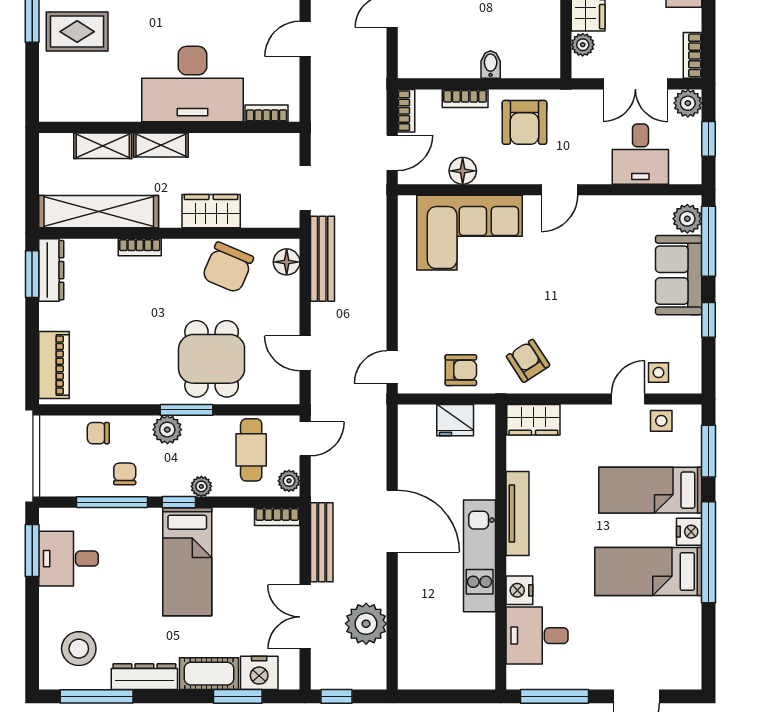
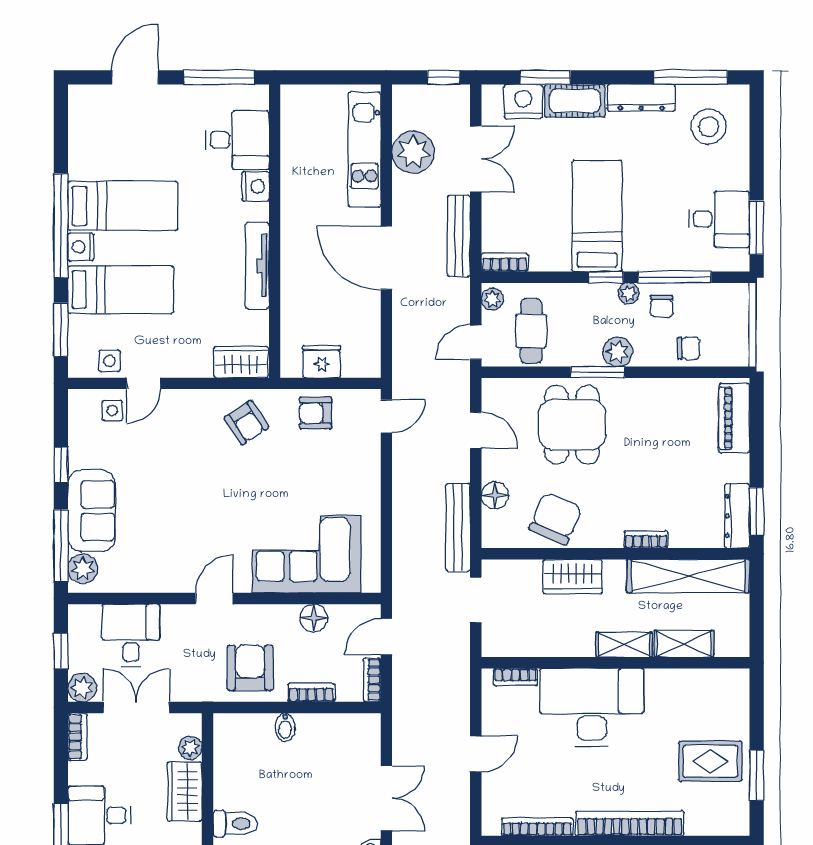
floor lamp: (287, 262) -> (495, 495), moved
plant: (201, 486) -> (629, 293), moved
kitchen unit: (480, 556) -> (365, 150), moved, turned 180

